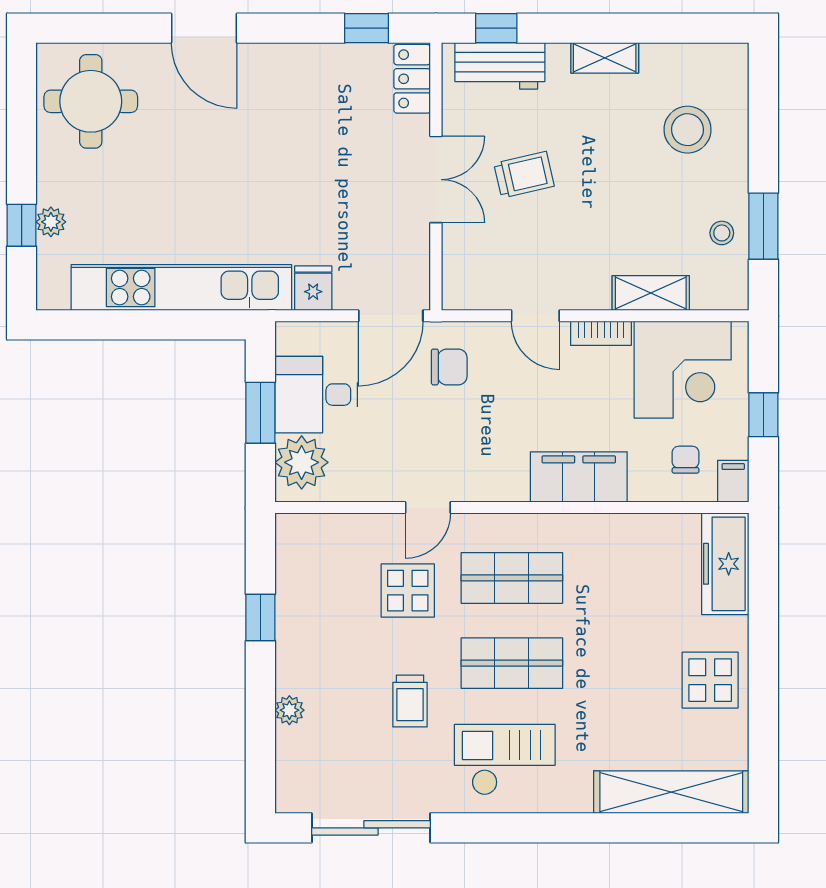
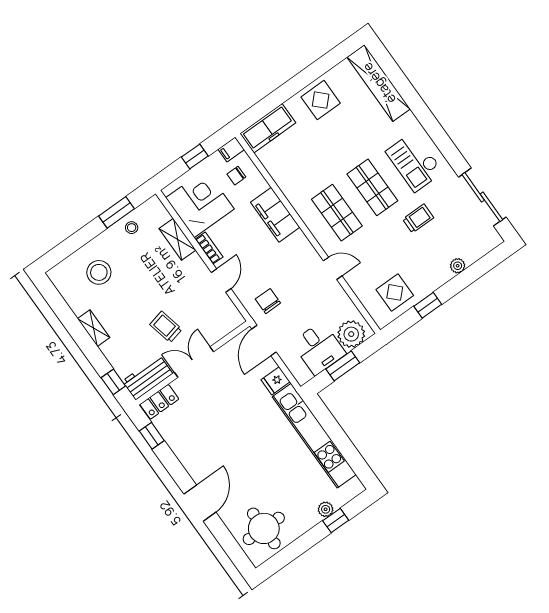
workbench: (500, 66) -> (147, 377), moved, turned -90
door: (391, 316) -> (264, 340), swing flipped
display table: (408, 591) -> (395, 292), moved

